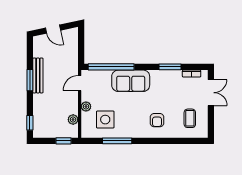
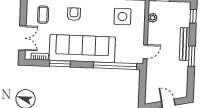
bench: (38, 75) -> (185, 44), moved
sofa: (131, 81) -> (82, 49), width x1.85, depth x1.27
double door: (211, 93) -> (22, 38), swing flipped
plant: (86, 107) -> (140, 29), removed

